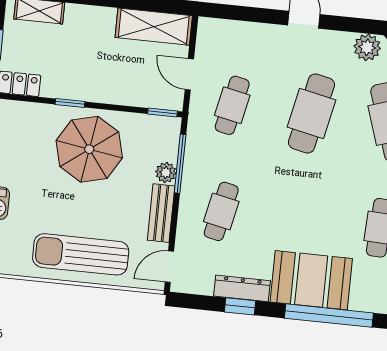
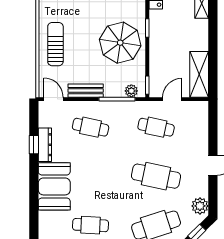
plant: (166, 173) -> (131, 91), moved
sun lounger: (81, 254) -> (55, 44), width x0.73, depth x0.75
window: (329, 316) -> (34, 199), removed

